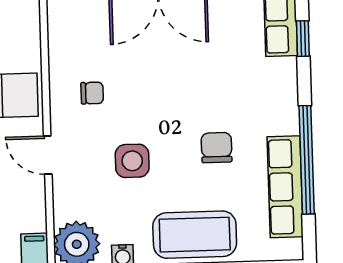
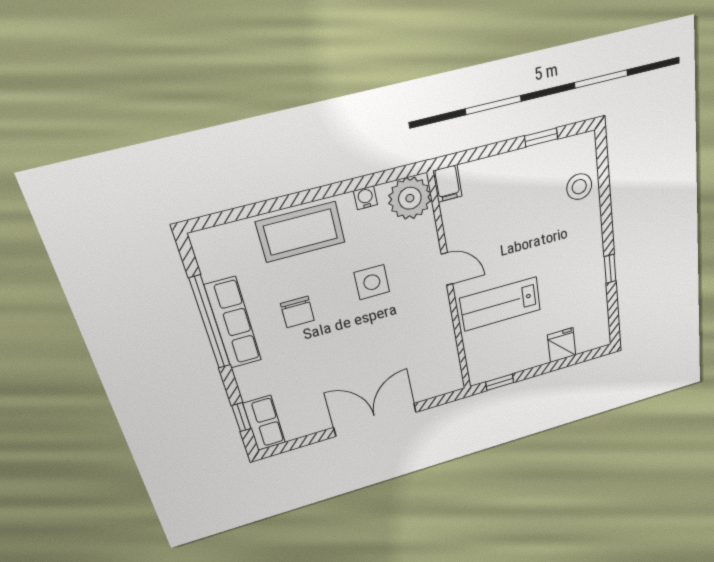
chair: (92, 93) -> (416, 328), removed
row of seats: (285, 187) -> (233, 323), moved

